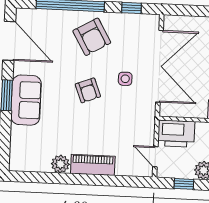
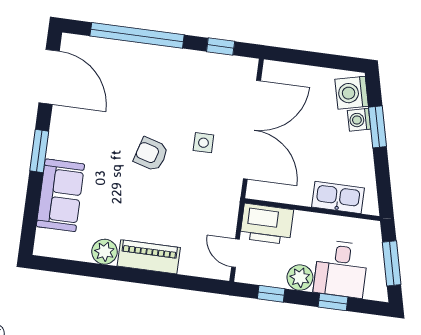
armchair: (92, 37) -> (163, 81), removed
armchair: (88, 90) -> (151, 154), turned 127
sofa: (26, 100) -> (60, 195), moved

